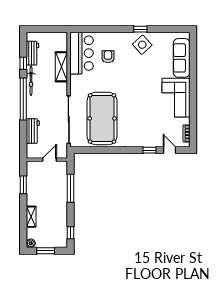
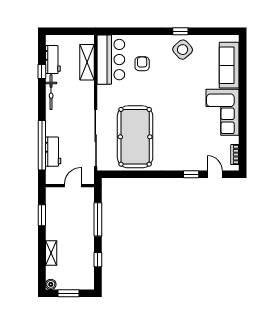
shelving: (61, 67) -> (87, 62), moved
window: (23, 99) -> (42, 145), moved
window: (71, 233) -> (98, 260), moved

